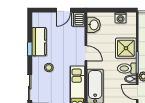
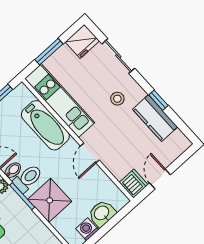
washbasin: (94, 25) -> (102, 213), moved, turned 90
door: (86, 53) -> (90, 153), hinge flipped

